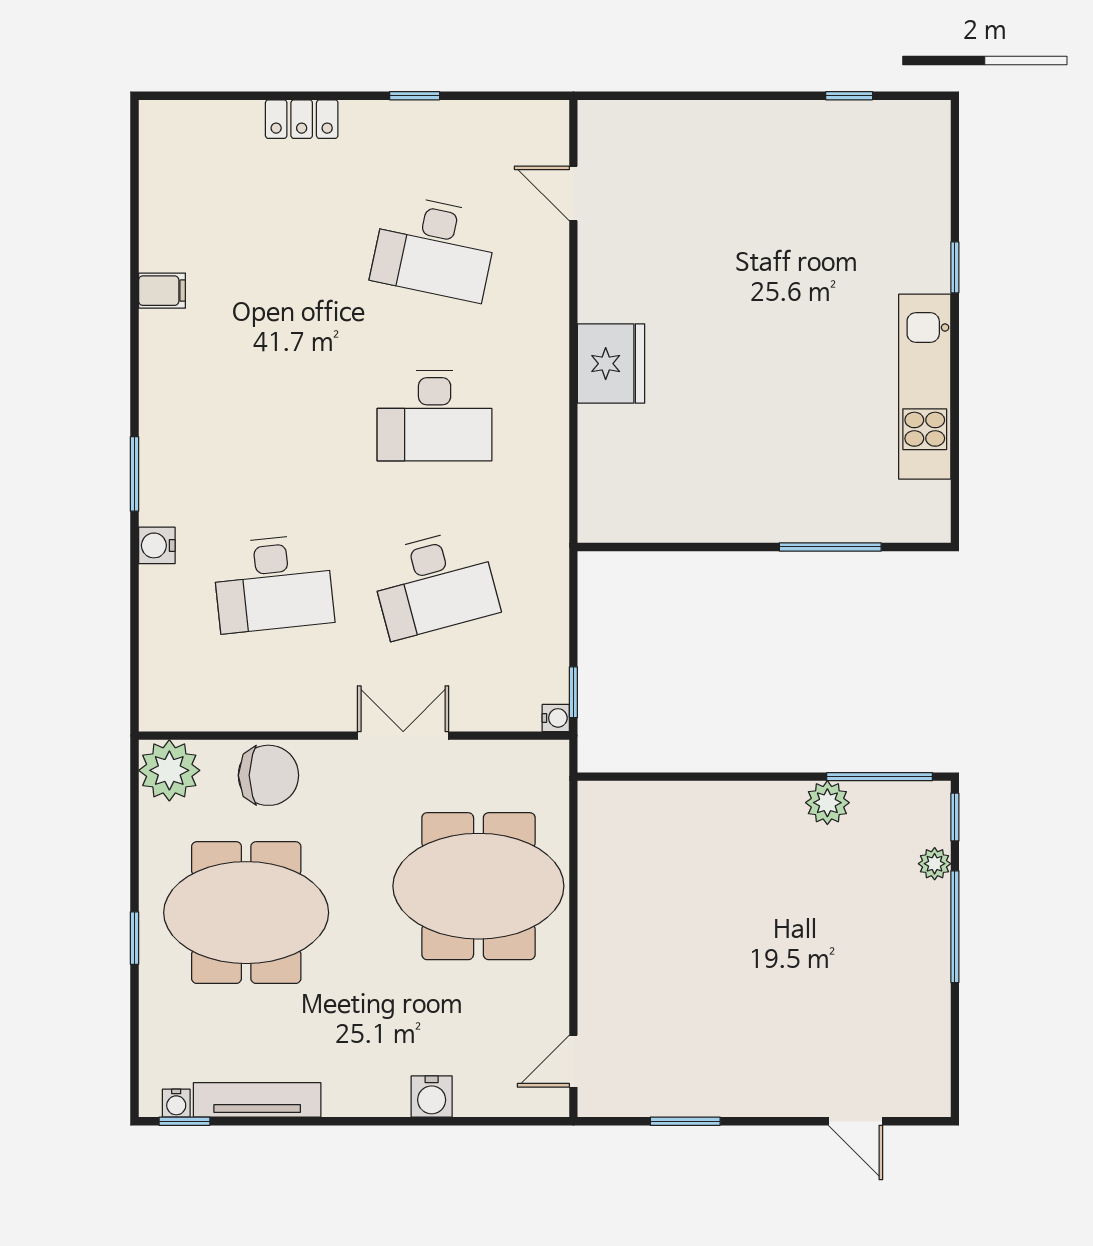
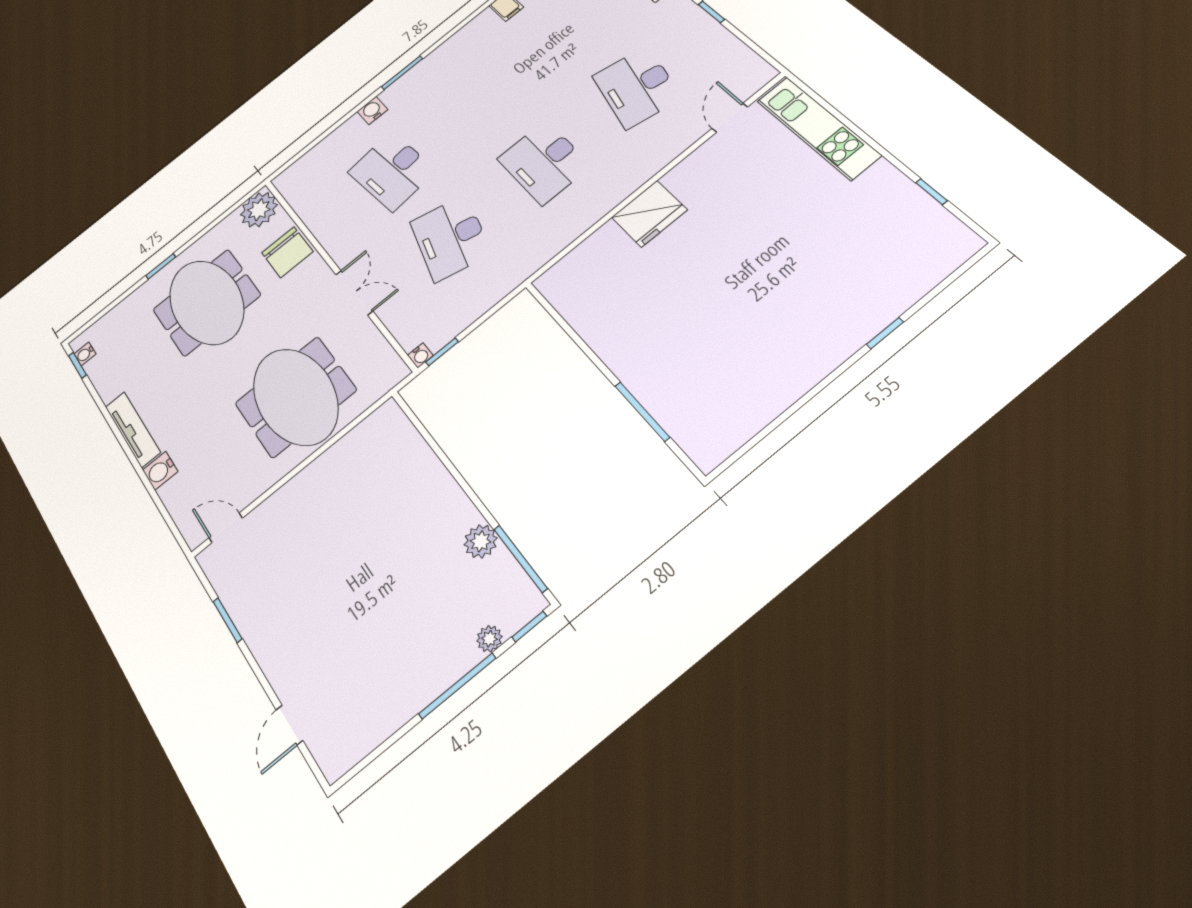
kitchen unit: (925, 387) -> (818, 128), moved, turned -90
desk: (435, 583) -> (451, 238), turned 30
tv unit: (257, 1100) -> (133, 429), moved

